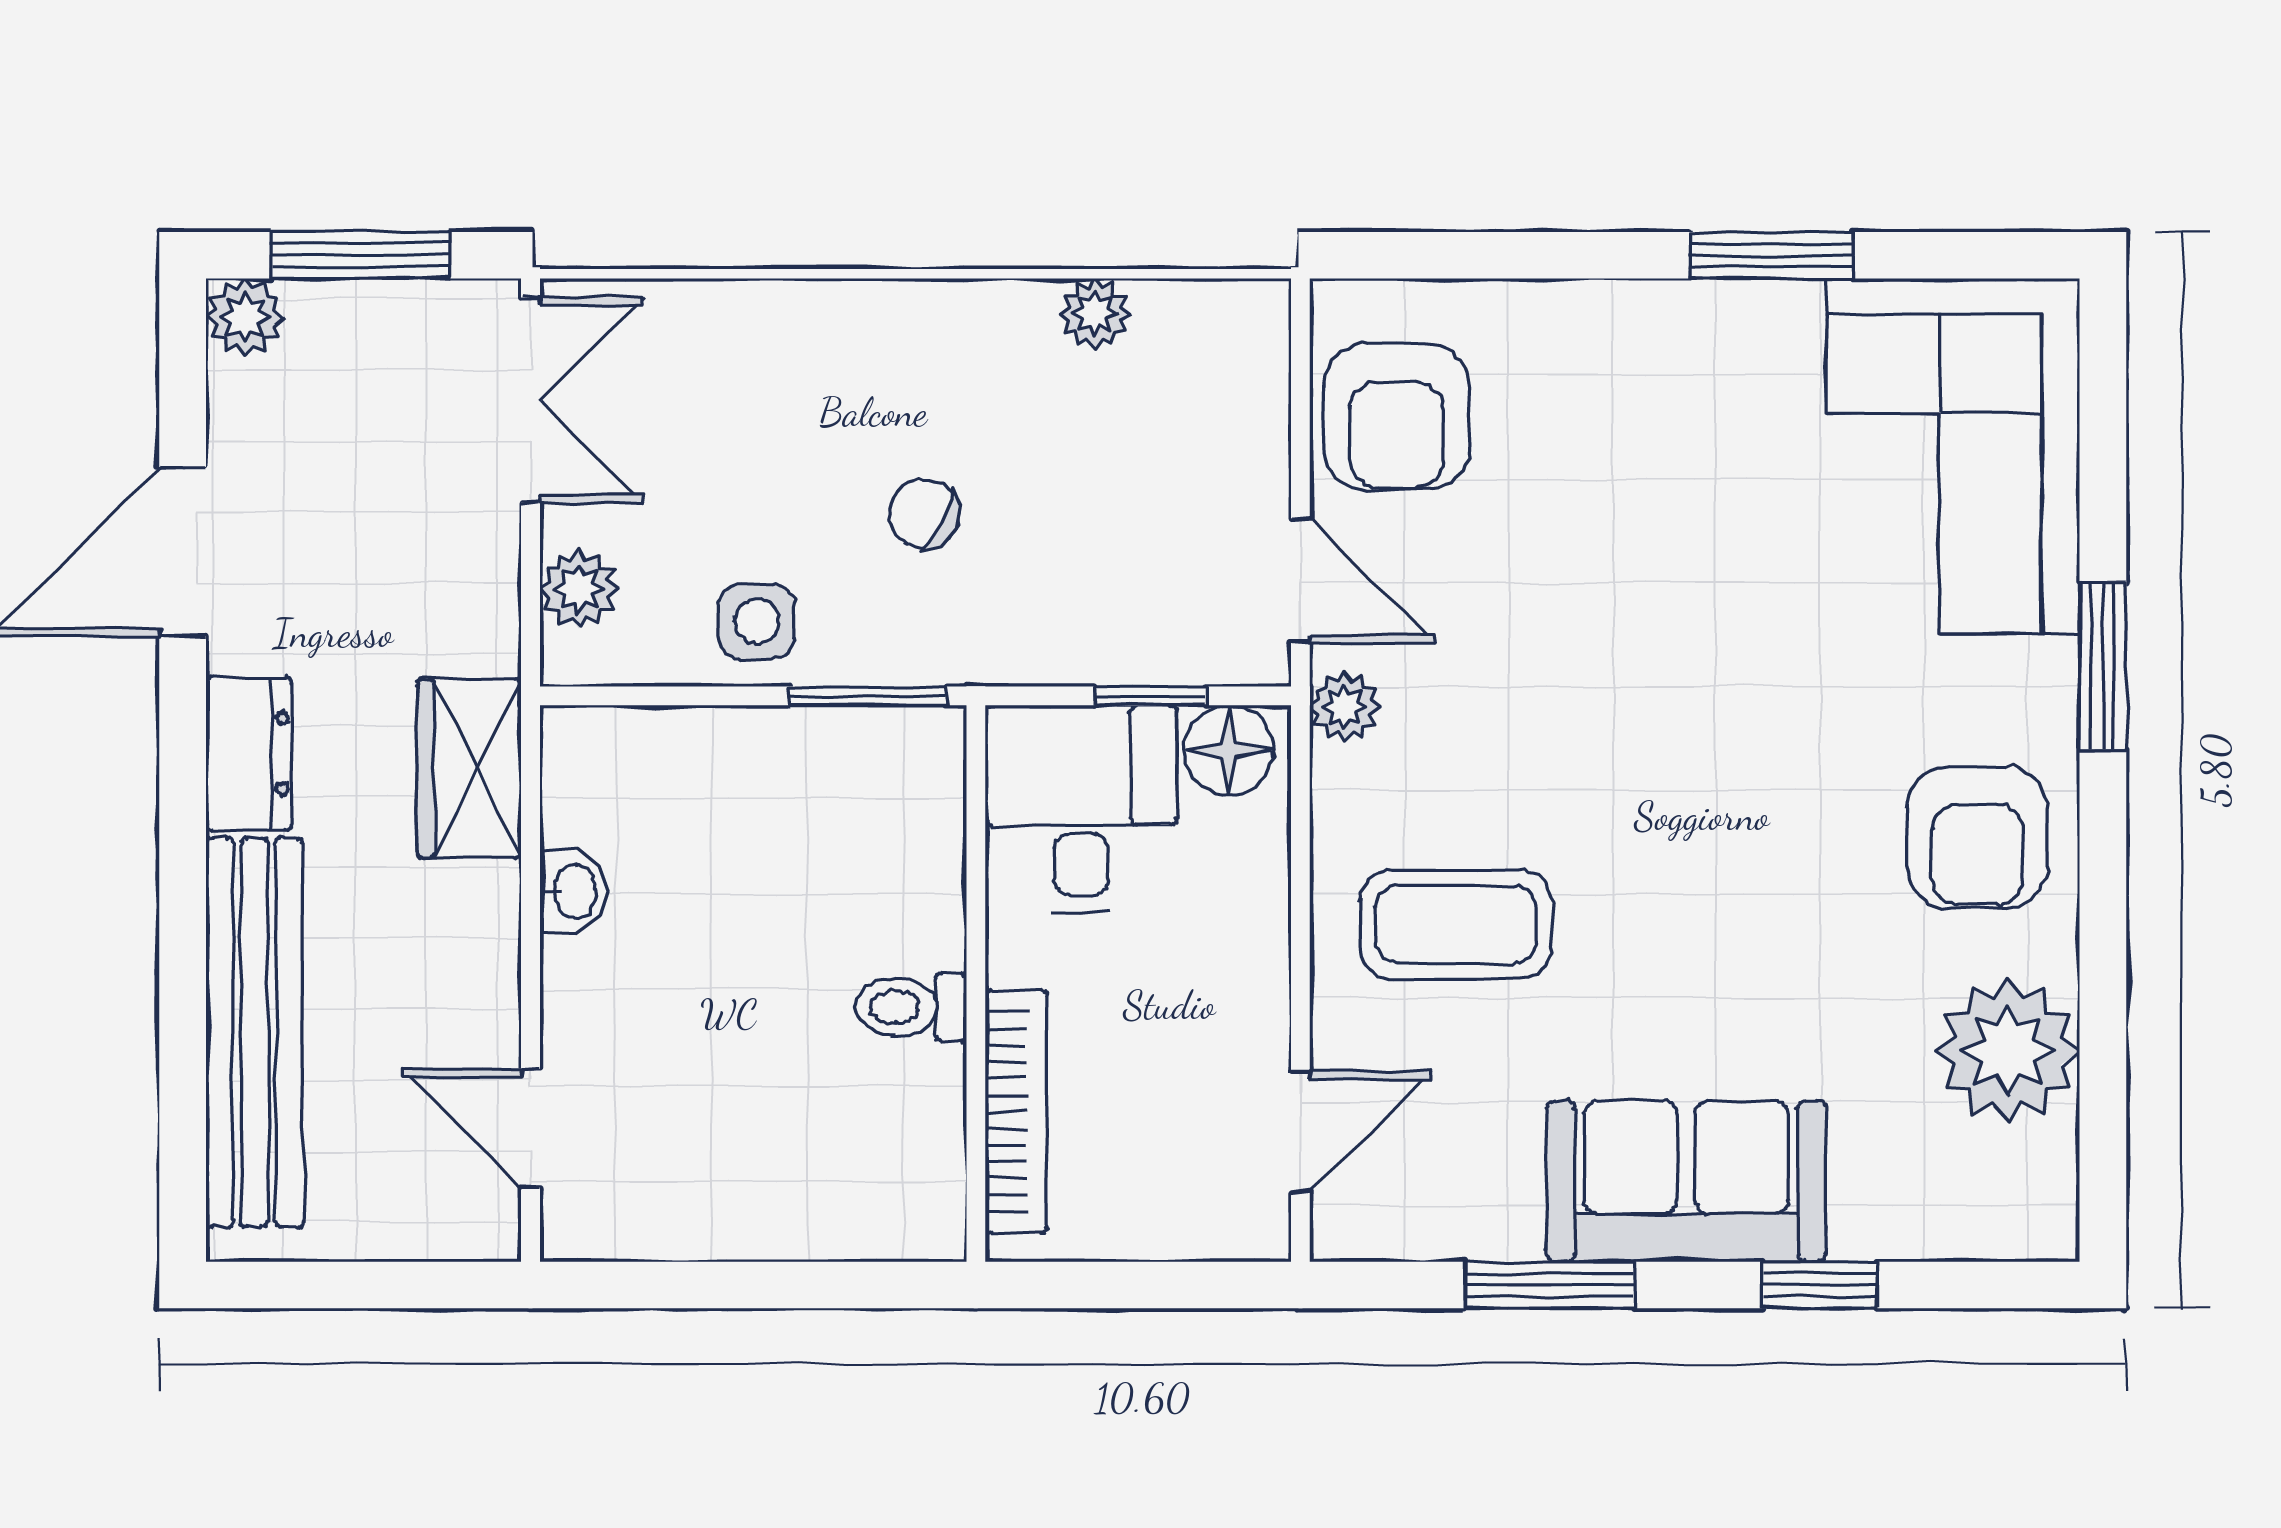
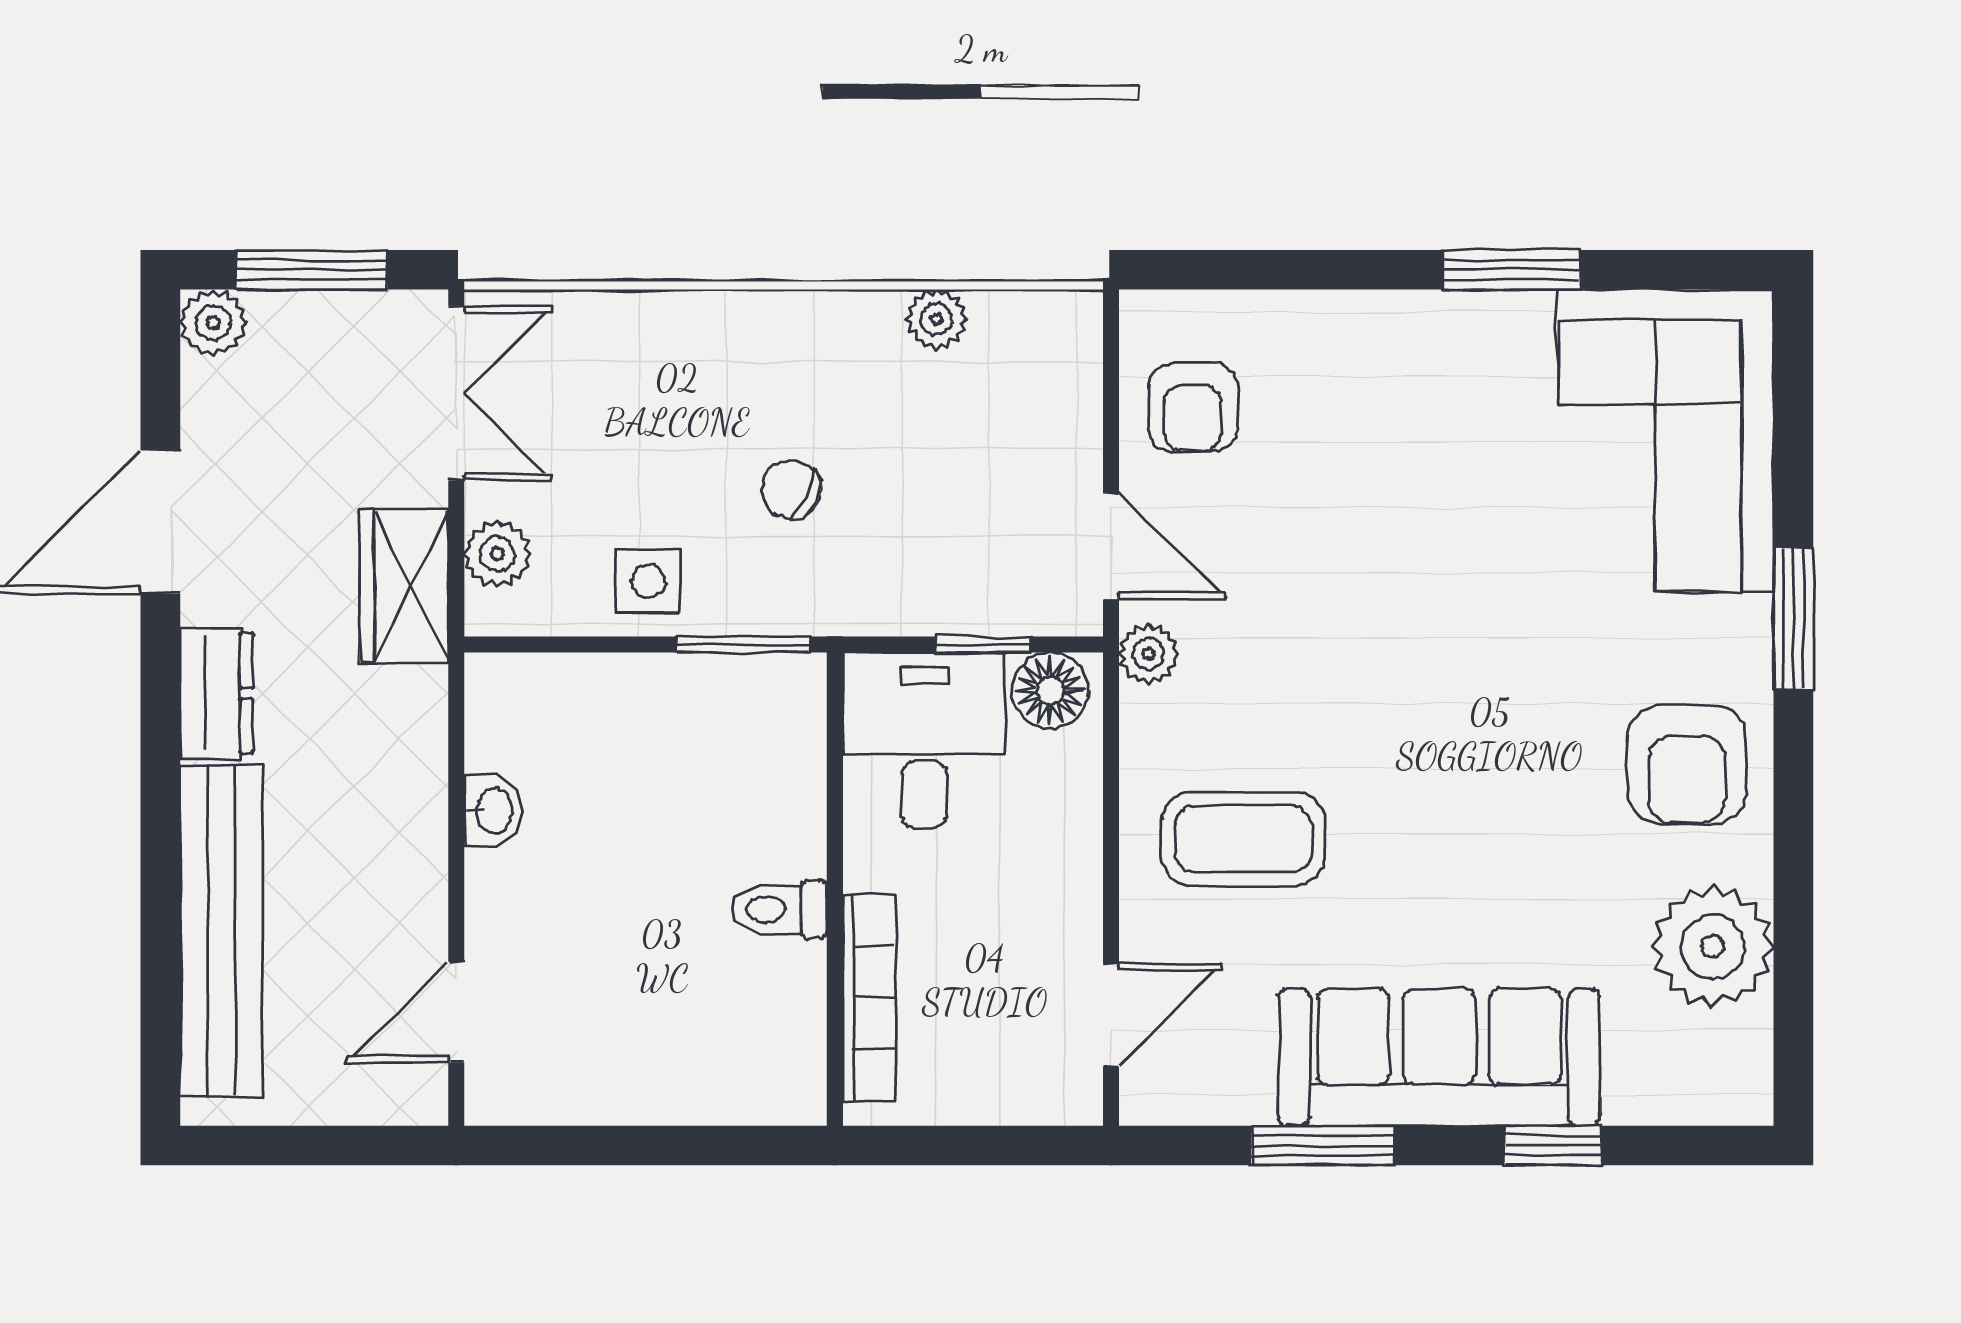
armchair: (1397, 417) -> (1193, 407), width x0.72, depth x0.72
wardrobe: (469, 768) -> (404, 586), moved
door: (531, 1128) -> (456, 1012), hinge flipped
sofa: (1686, 1181) -> (1439, 1057), width x1.36

